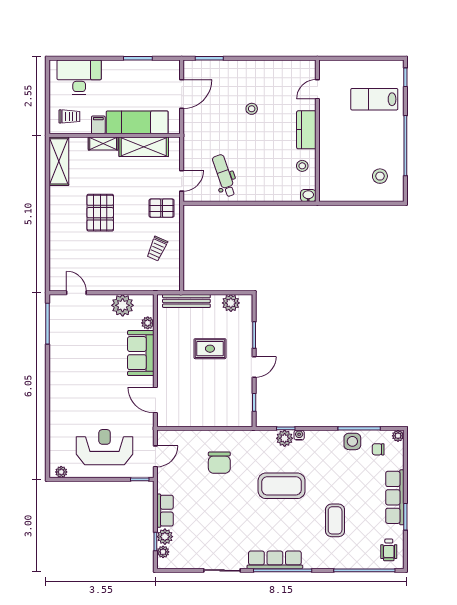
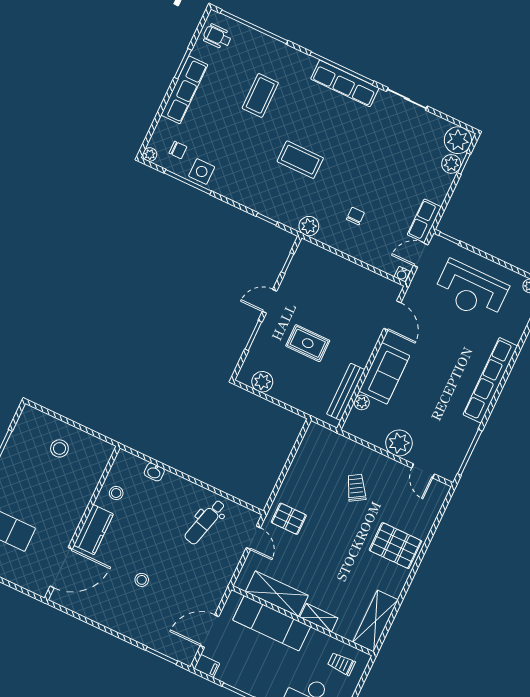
door: (317, 89) -> (61, 568), width x1.87
filing cabinet: (98, 125) -> (207, 666), moved, turned -90
dental chair: (224, 176) -> (205, 522), turned 34
stool: (380, 176) -> (59, 448), moved
door: (182, 181) -> (253, 538), swing flipped
washbasin: (308, 196) -> (154, 472), moved
pallet: (100, 213) -> (395, 546), moved, turned 90
trolley: (157, 249) -> (356, 488), moved, turned -55
bench: (186, 301) -> (346, 392), moved, turned 90
plant: (123, 305) -> (399, 443), moved
row of seats: (58, 386) -> (490, 380), added
water cooler: (299, 435) -> (402, 274), moved
plant: (285, 438) -> (309, 226), moved
chair: (219, 463) -> (355, 216), width x0.54, depth x0.54
coffee table: (282, 486) -> (300, 160), width x0.73, depth x0.76
row of seats: (165, 511) -> (424, 221), moved
wheelchair: (389, 550) -> (217, 37), turned -90
plant: (163, 552) -> (458, 140), width x1.88, depth x1.88

